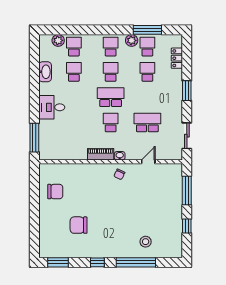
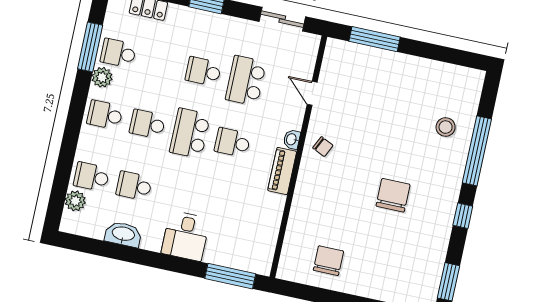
school desk: (147, 72) -> (203, 71), moved
chair: (79, 225) -> (393, 195), moved, turned 180
window: (187, 226) -> (434, 52), removed

